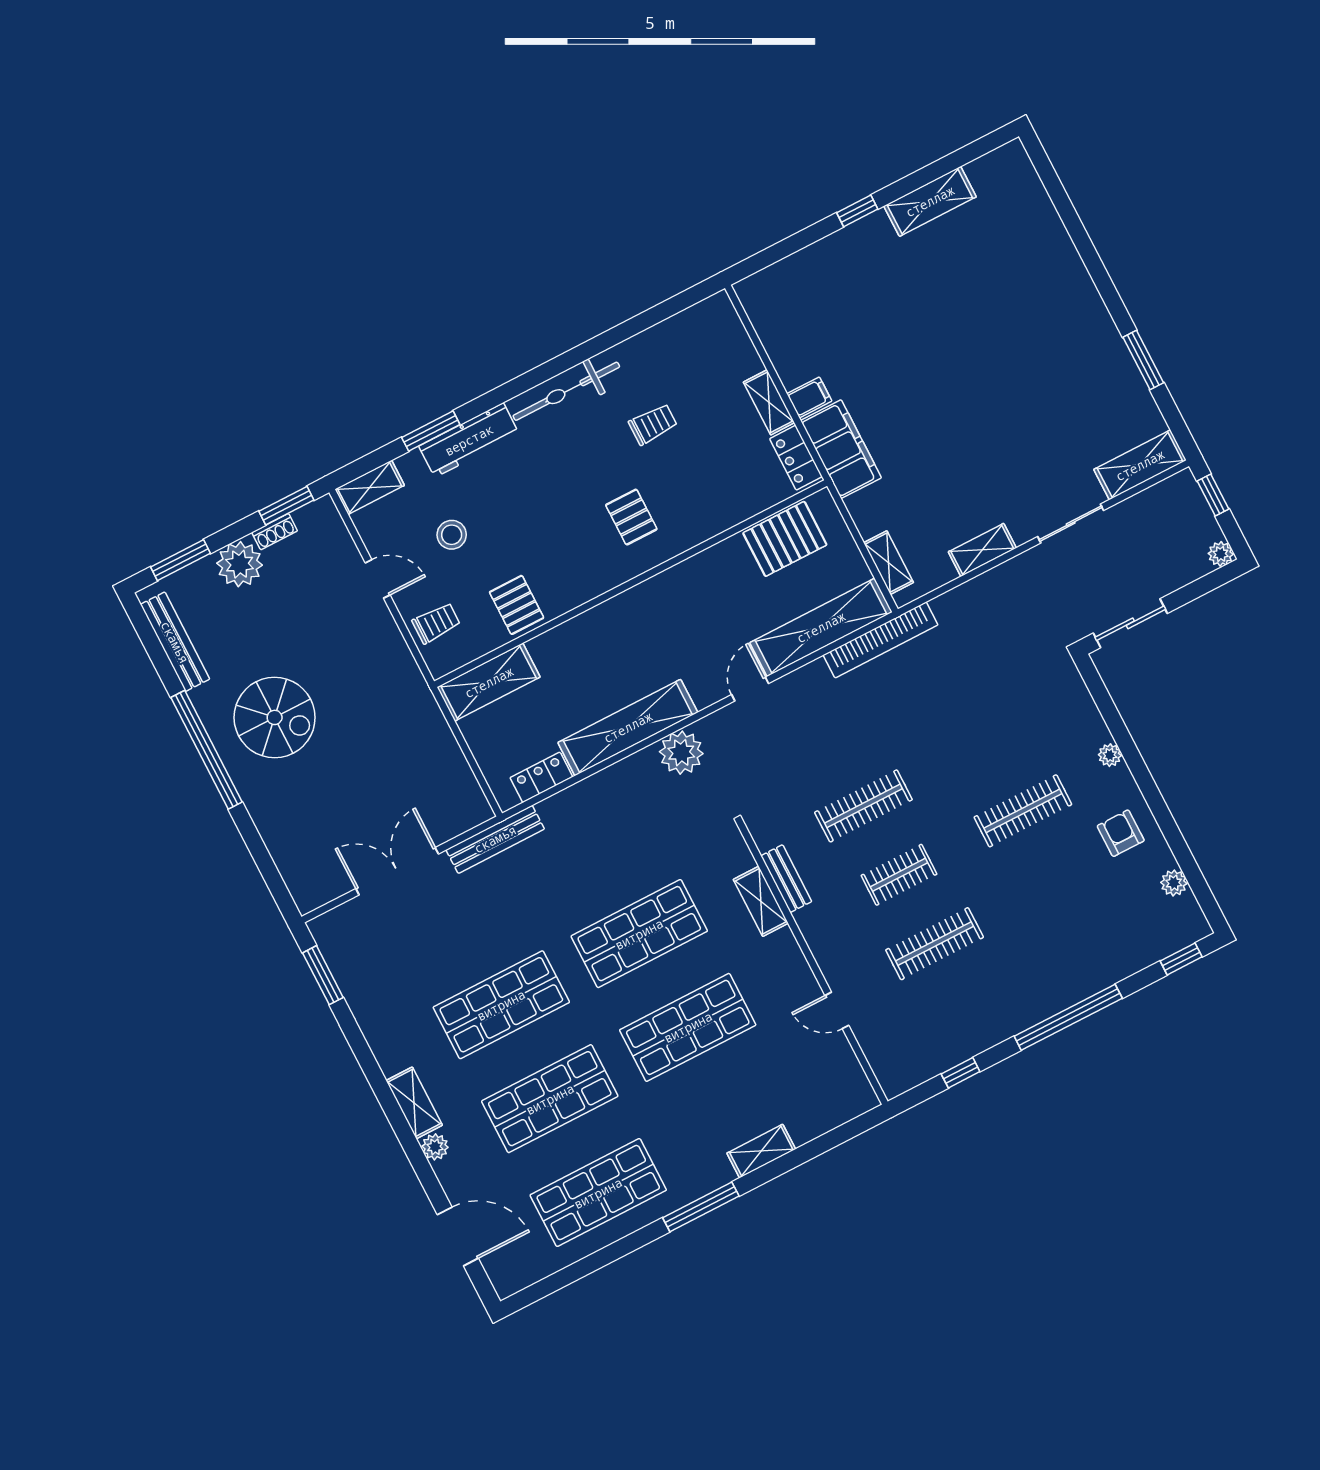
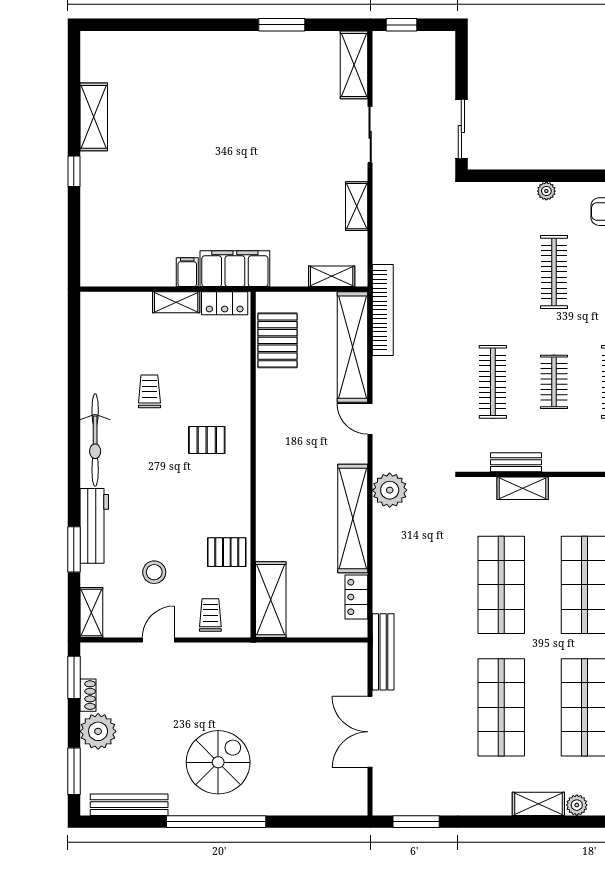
plant: (1221, 554) -> (446, 41), removed

